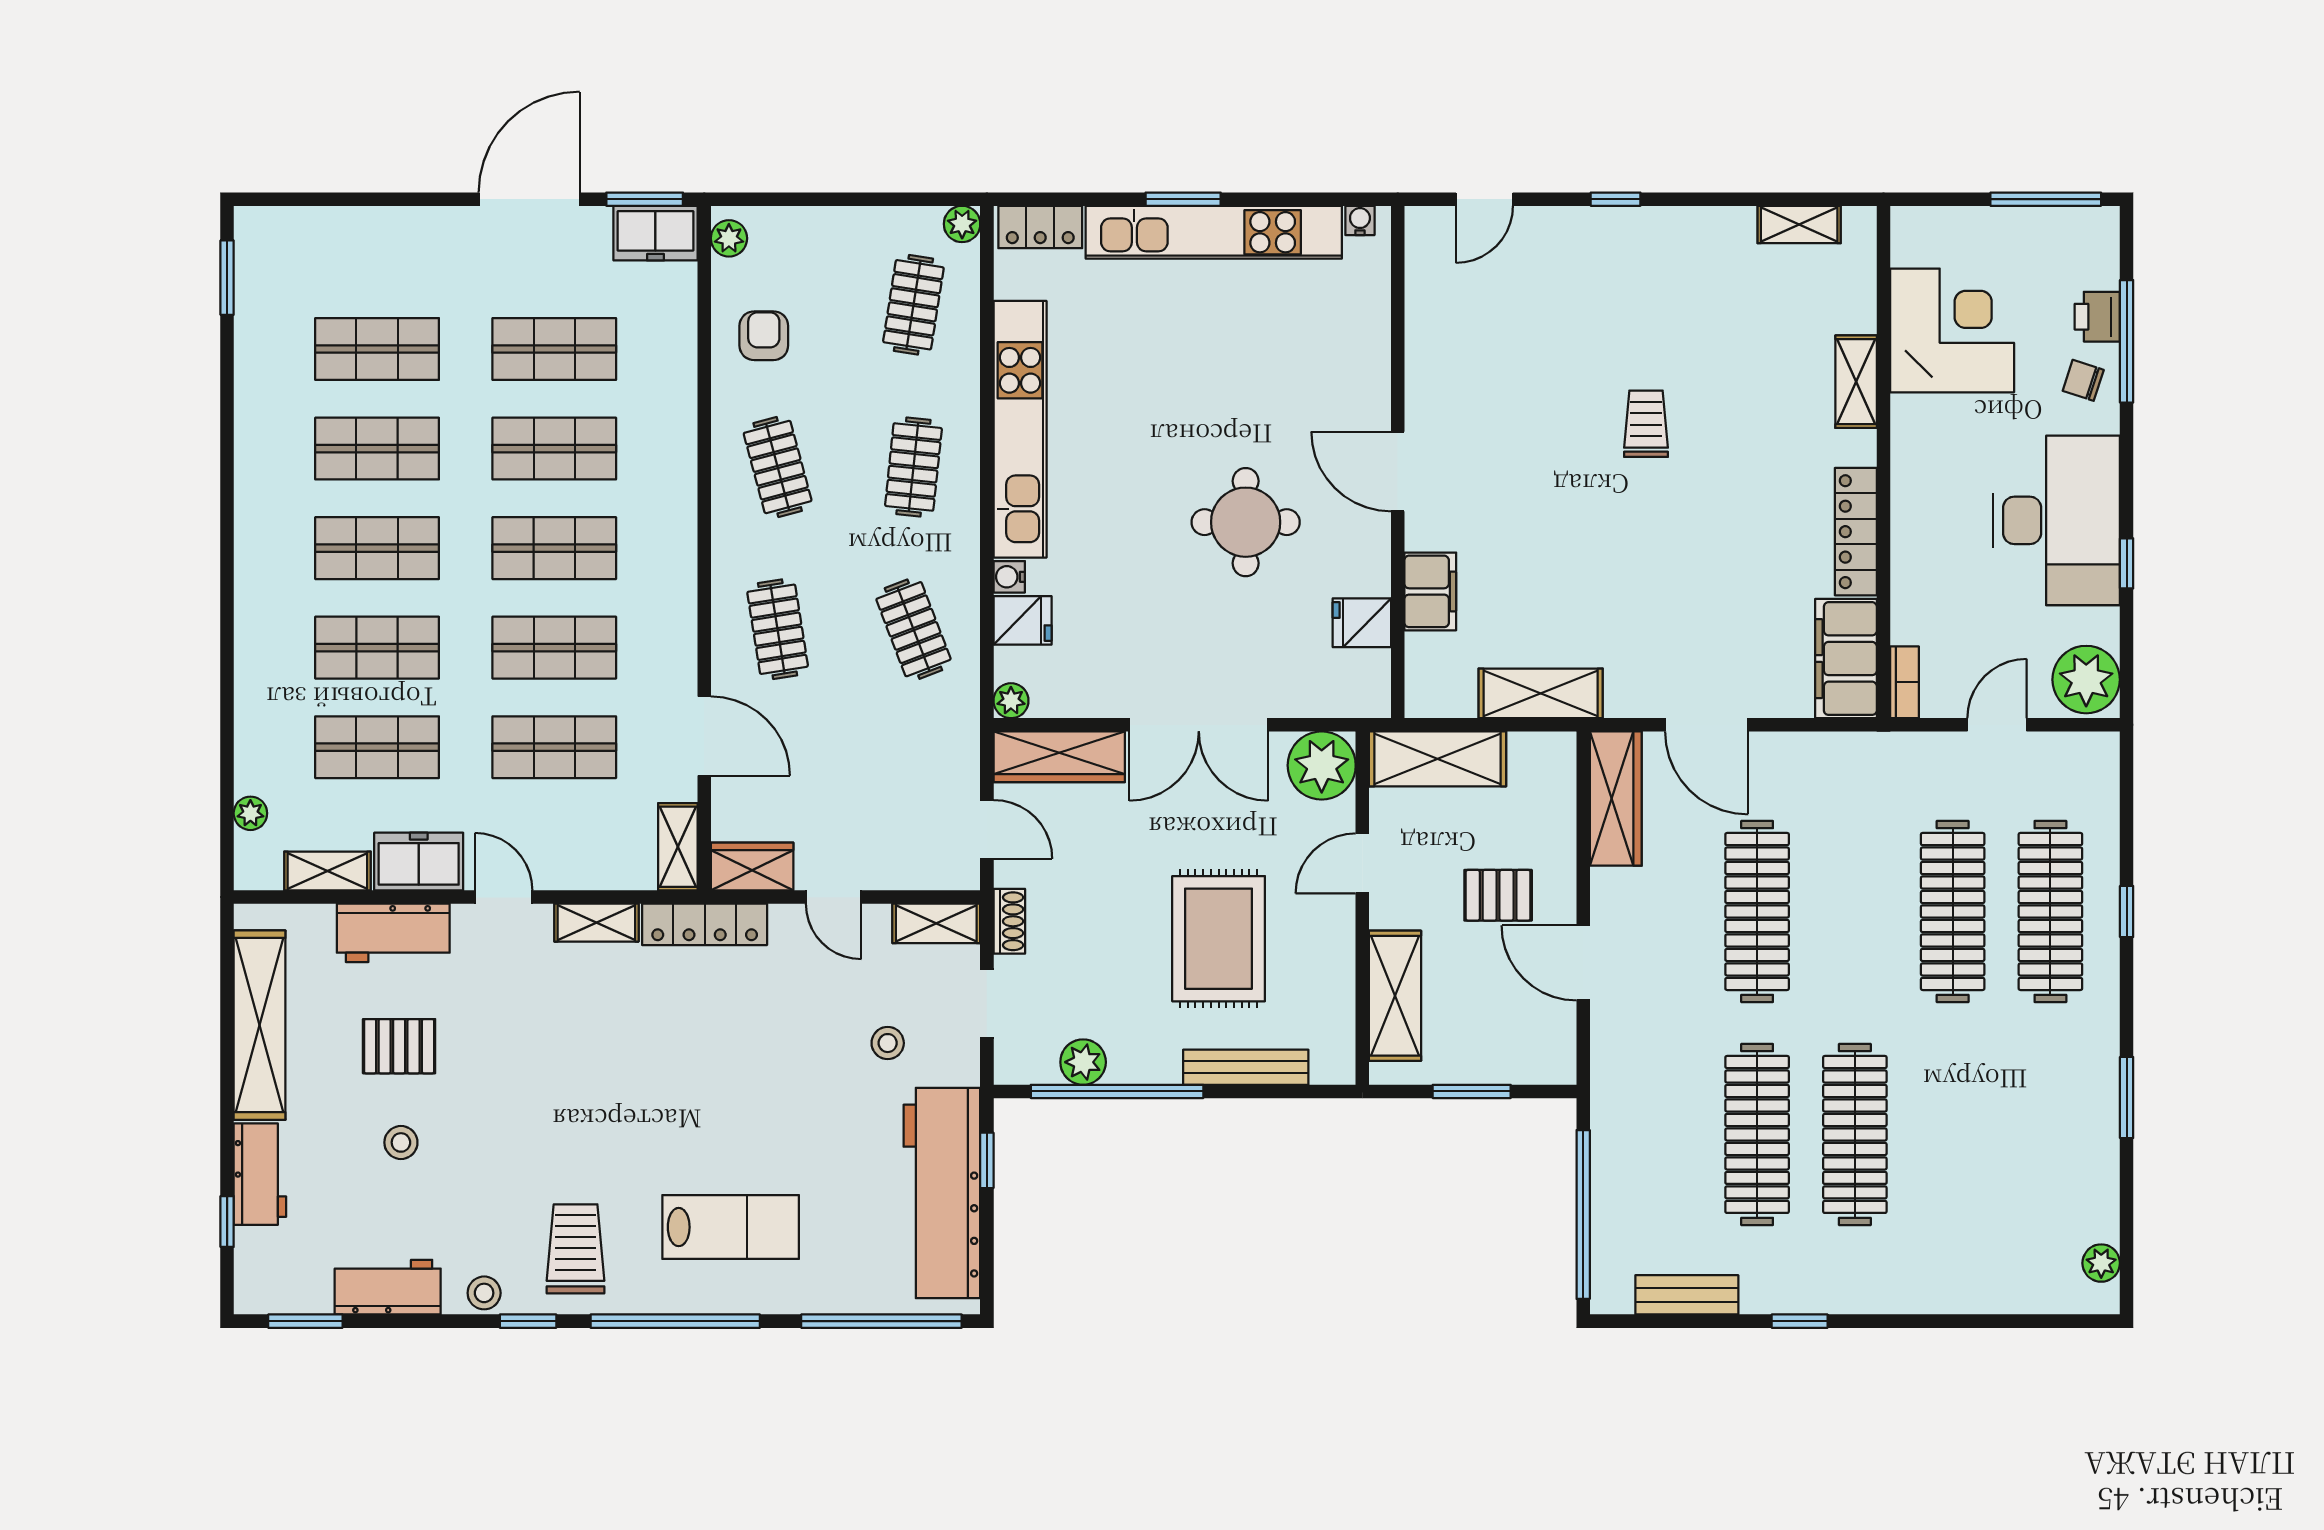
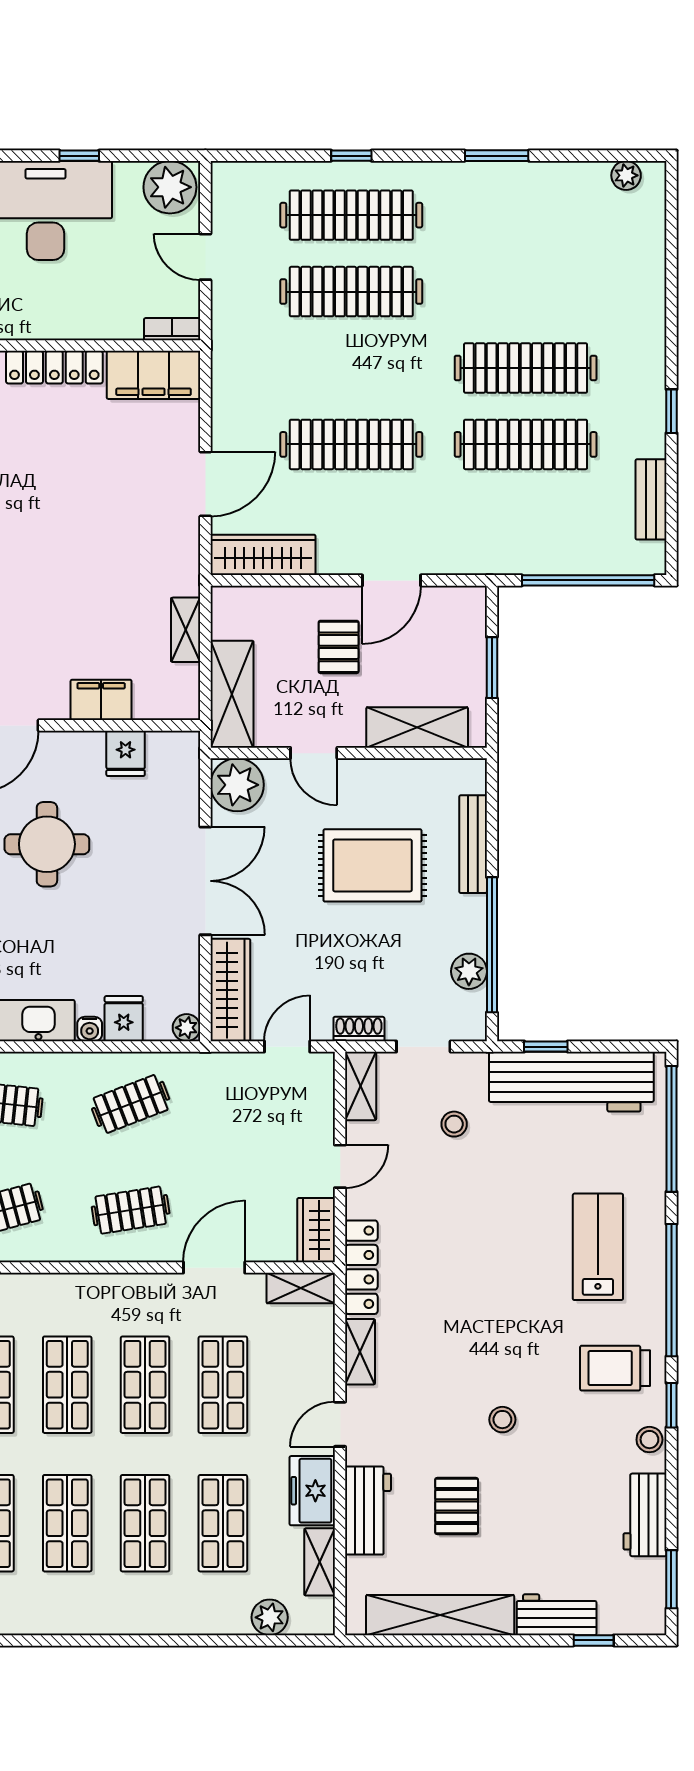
shelving: (1541, 693) -> (186, 630), width x0.67, depth x0.75
plant: (250, 813) -> (270, 1617), width x1.38, depth x1.38
stool: (401, 1142) -> (502, 1420), moved

